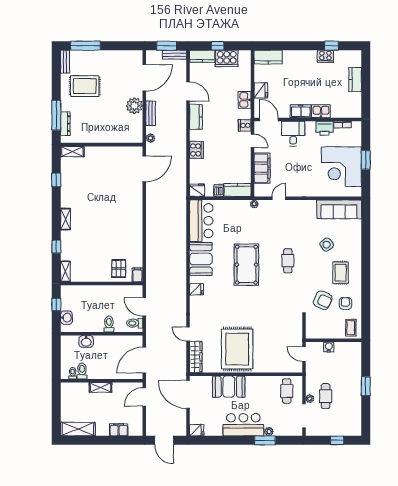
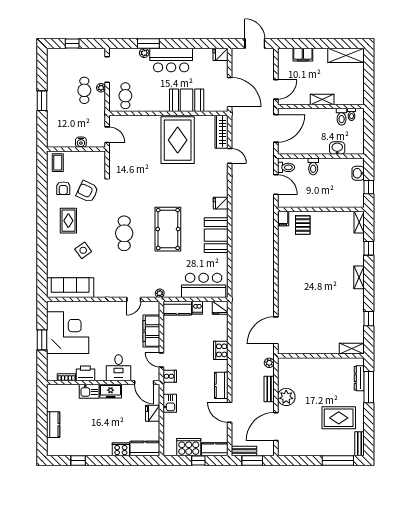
cooker: (325, 56) -> (121, 449), moved
bar counter: (201, 221) -> (204, 285), moved, turned 90
cafe table: (288, 261) -> (124, 233), width x1.37, depth x1.35

